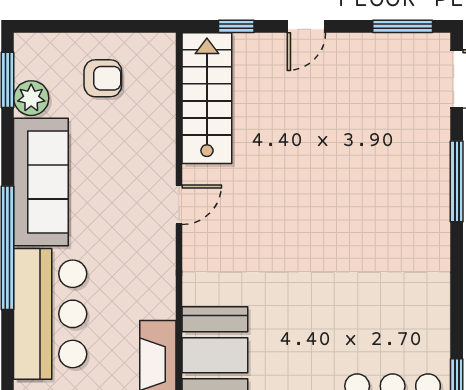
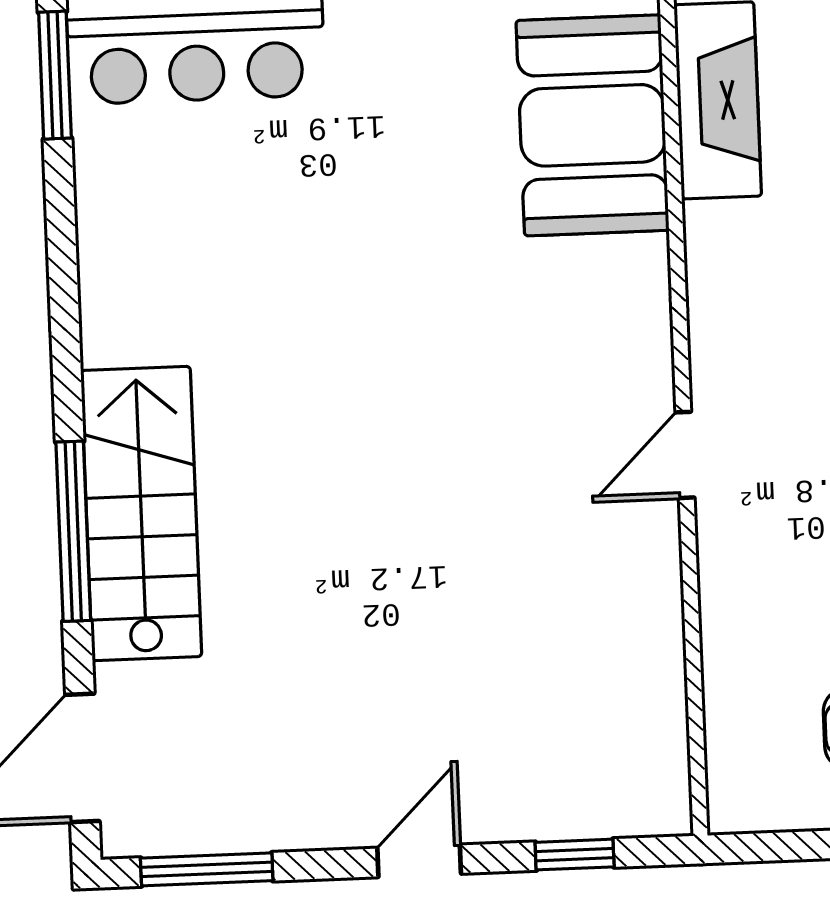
stairs: (207, 98) -> (141, 514), moved, turned 180

